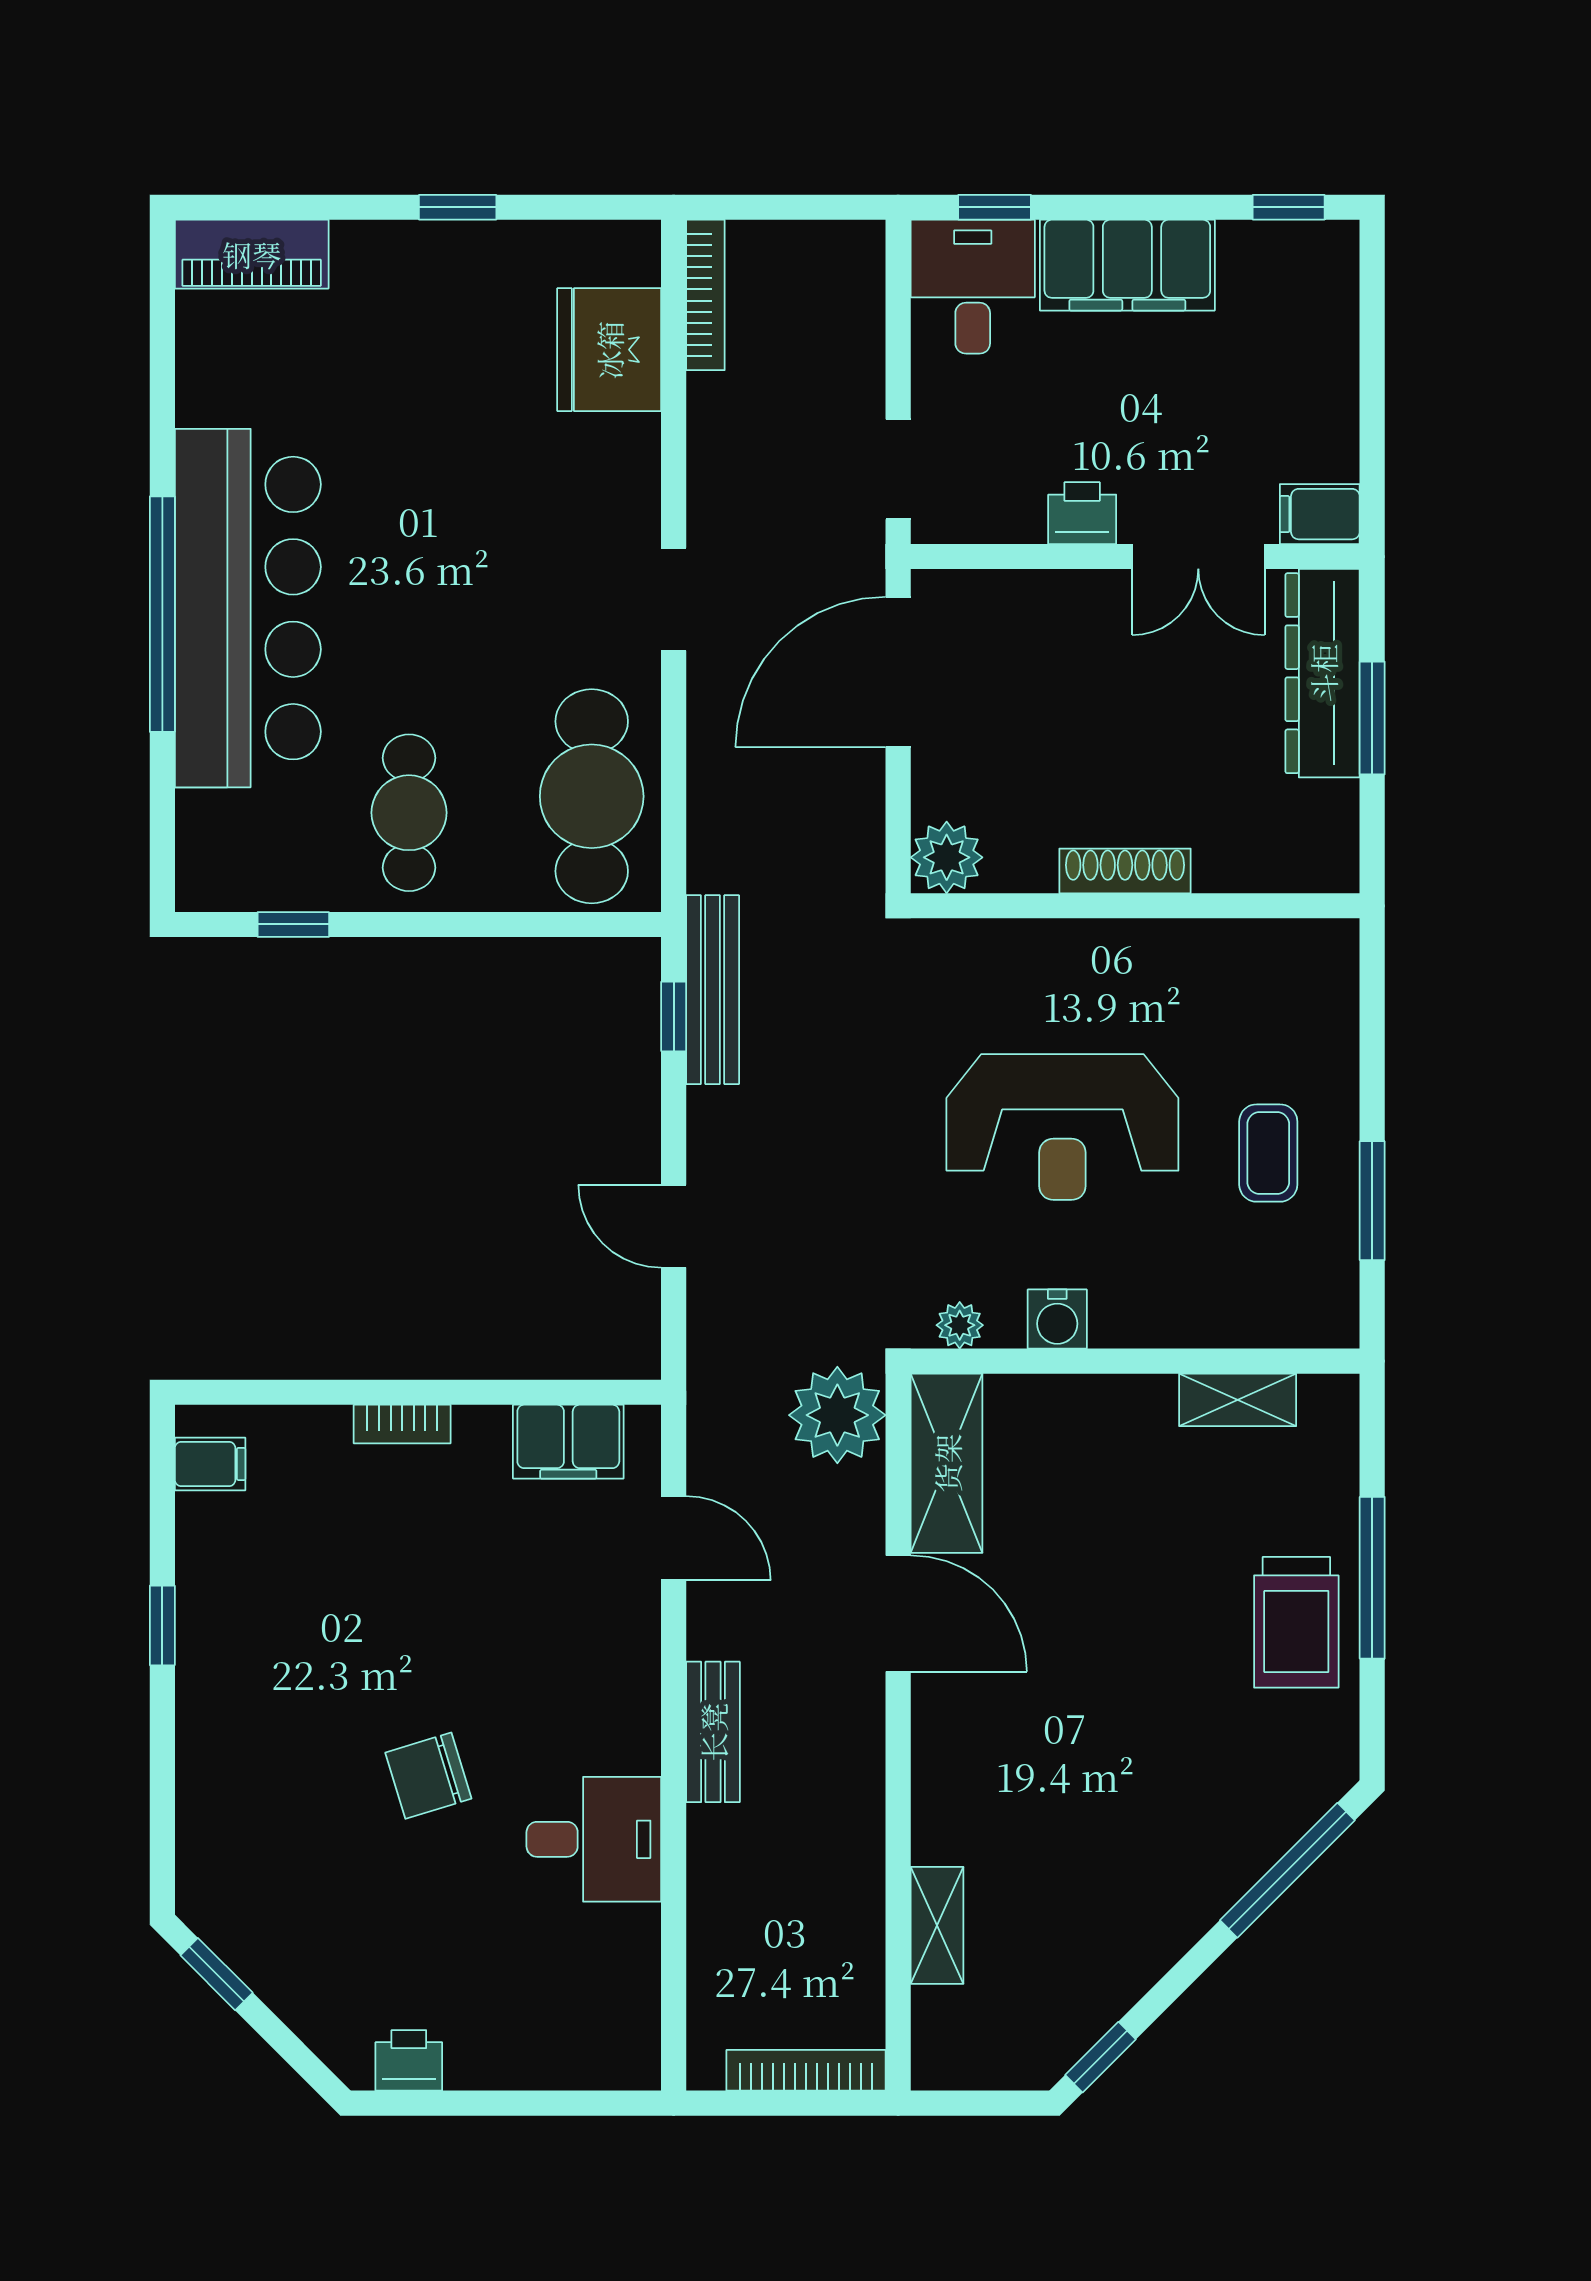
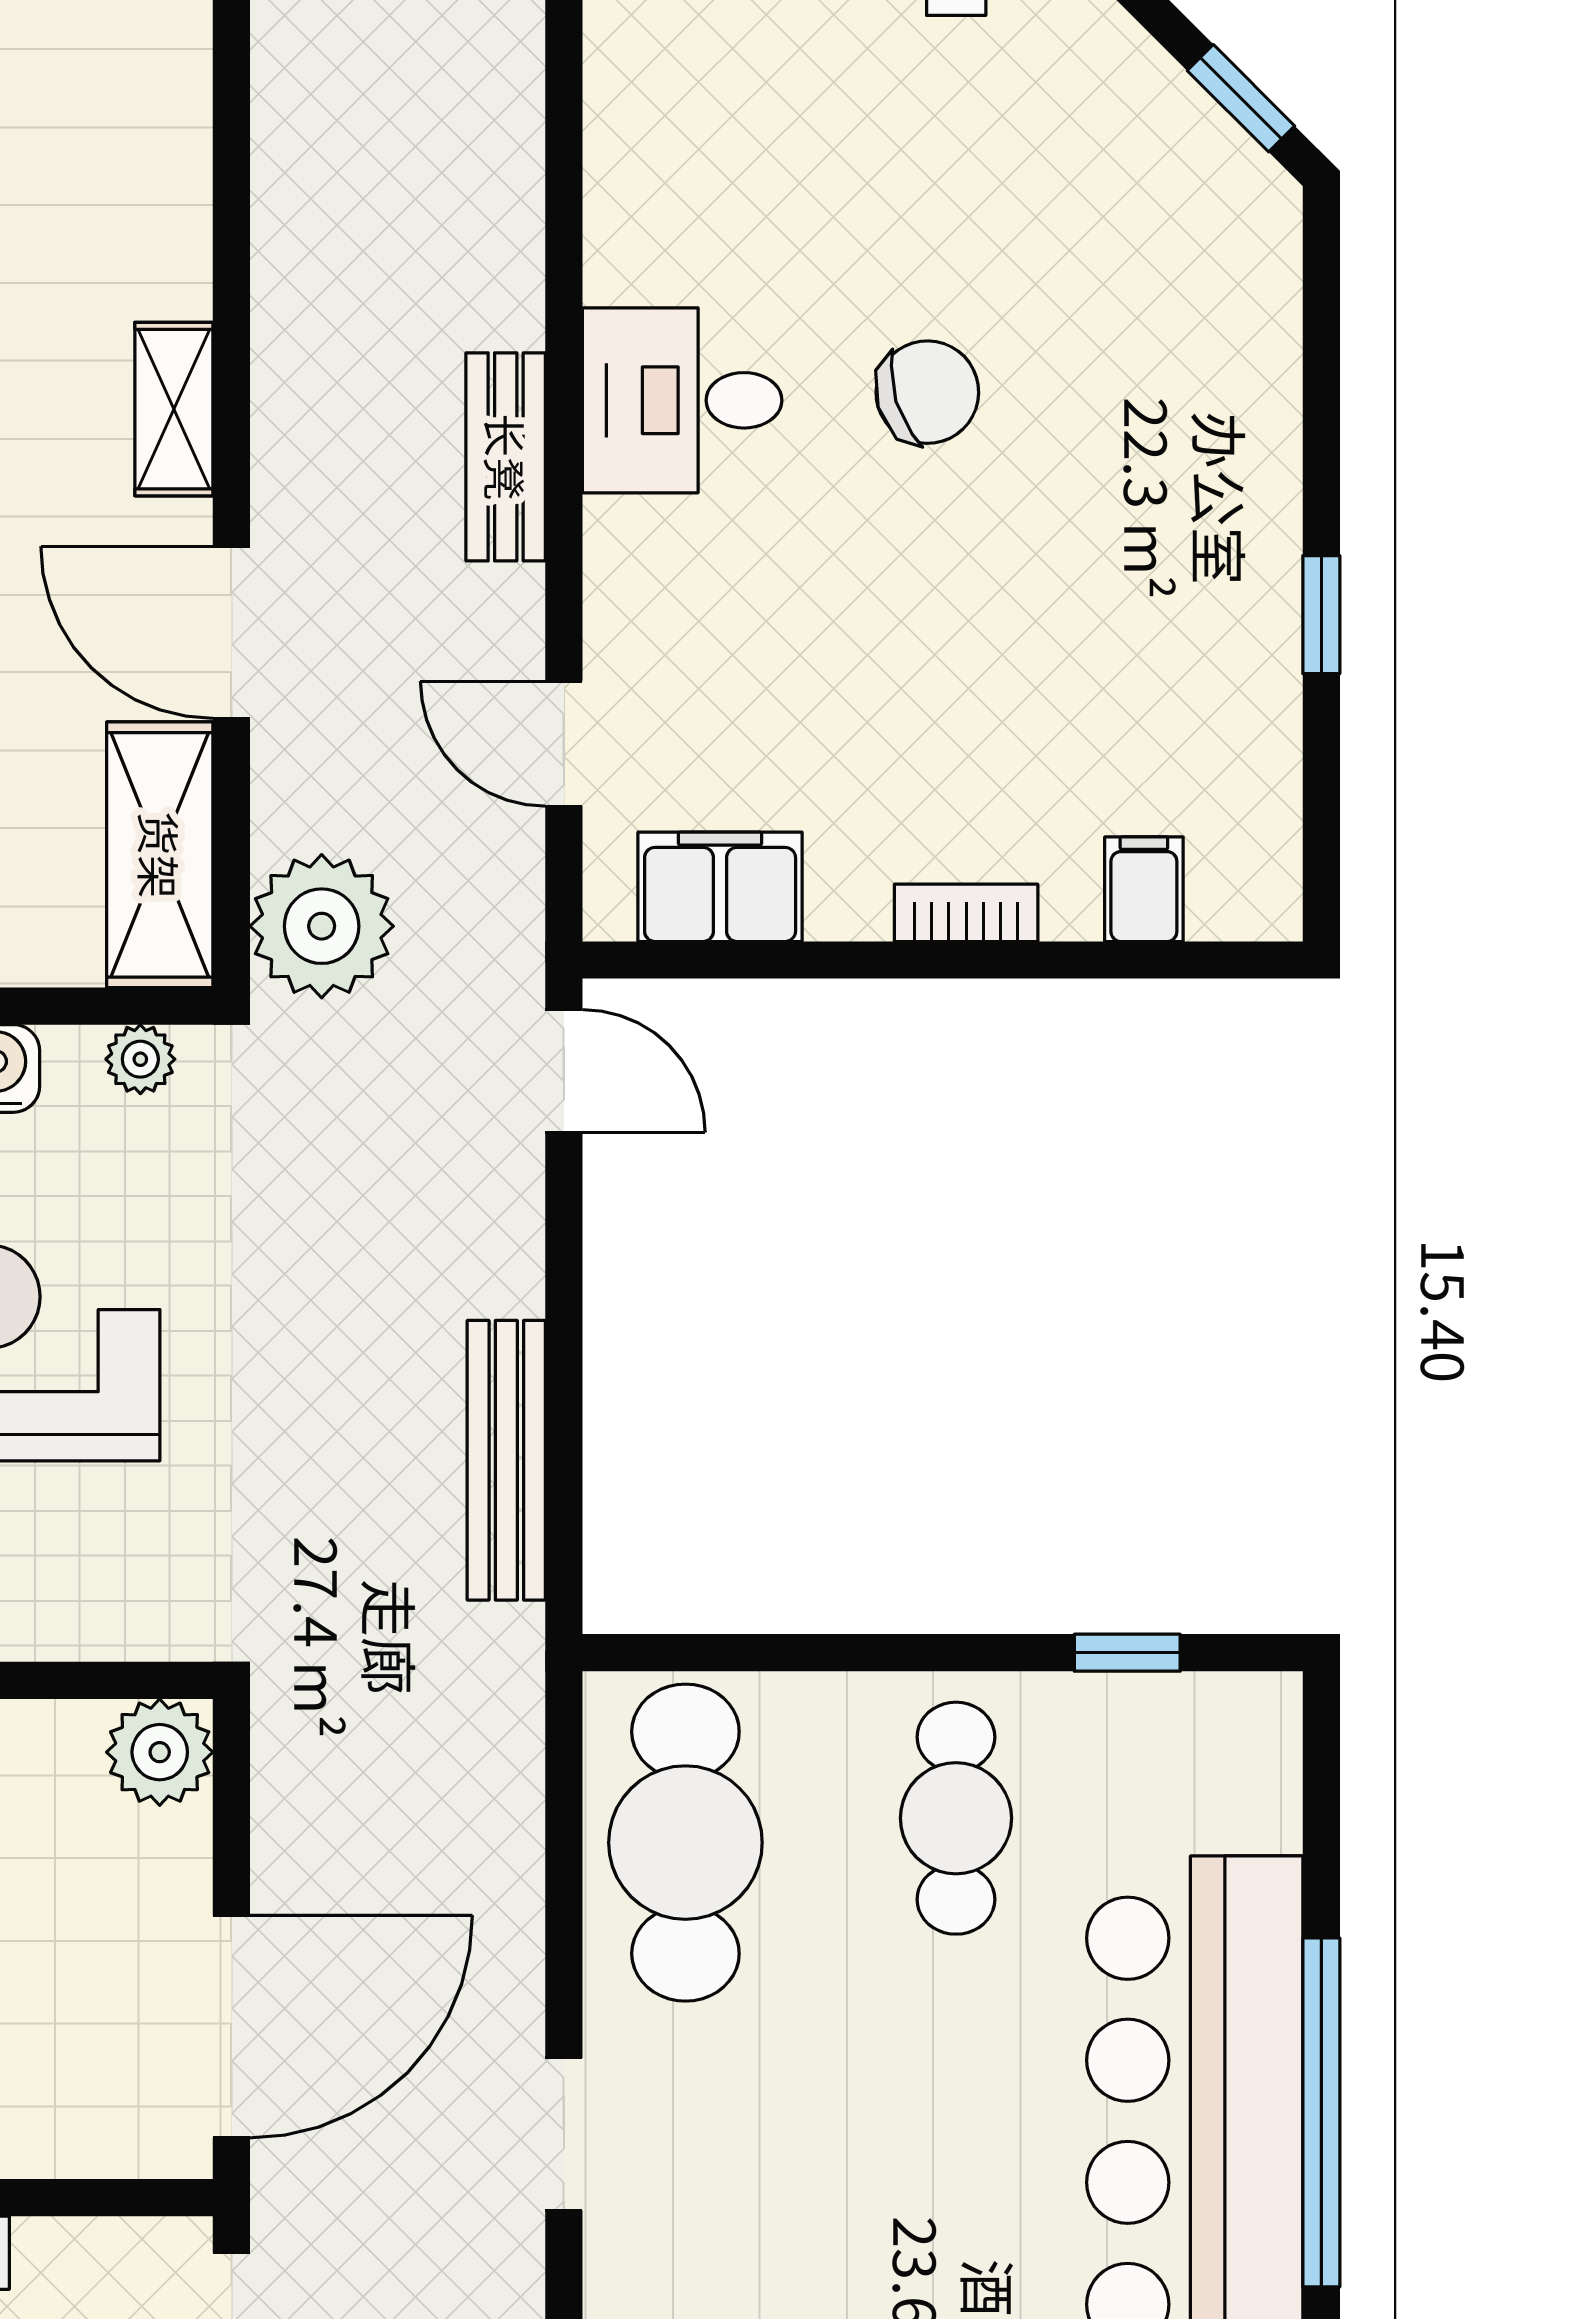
bench: (713, 990) -> (506, 1460), moved
window: (674, 1016) -> (564, 1517), removed
door: (674, 1226) -> (564, 1071), moved
filing cabinet: (210, 1464) -> (1144, 889), moved, turned 90
desk: (594, 1839) -> (682, 400), moved
shelving: (937, 1925) -> (174, 409), moved

